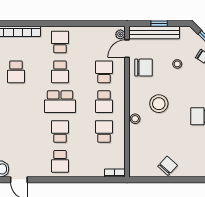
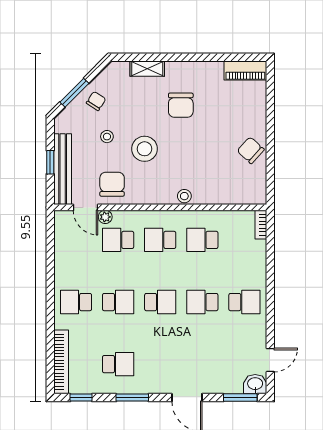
plant: (120, 34) -> (105, 217), moved
school desk: (60, 102) -> (160, 302), width x0.54
school desk: (104, 102) -> (160, 240), turned 180
stool: (159, 104) -> (145, 149), moved

